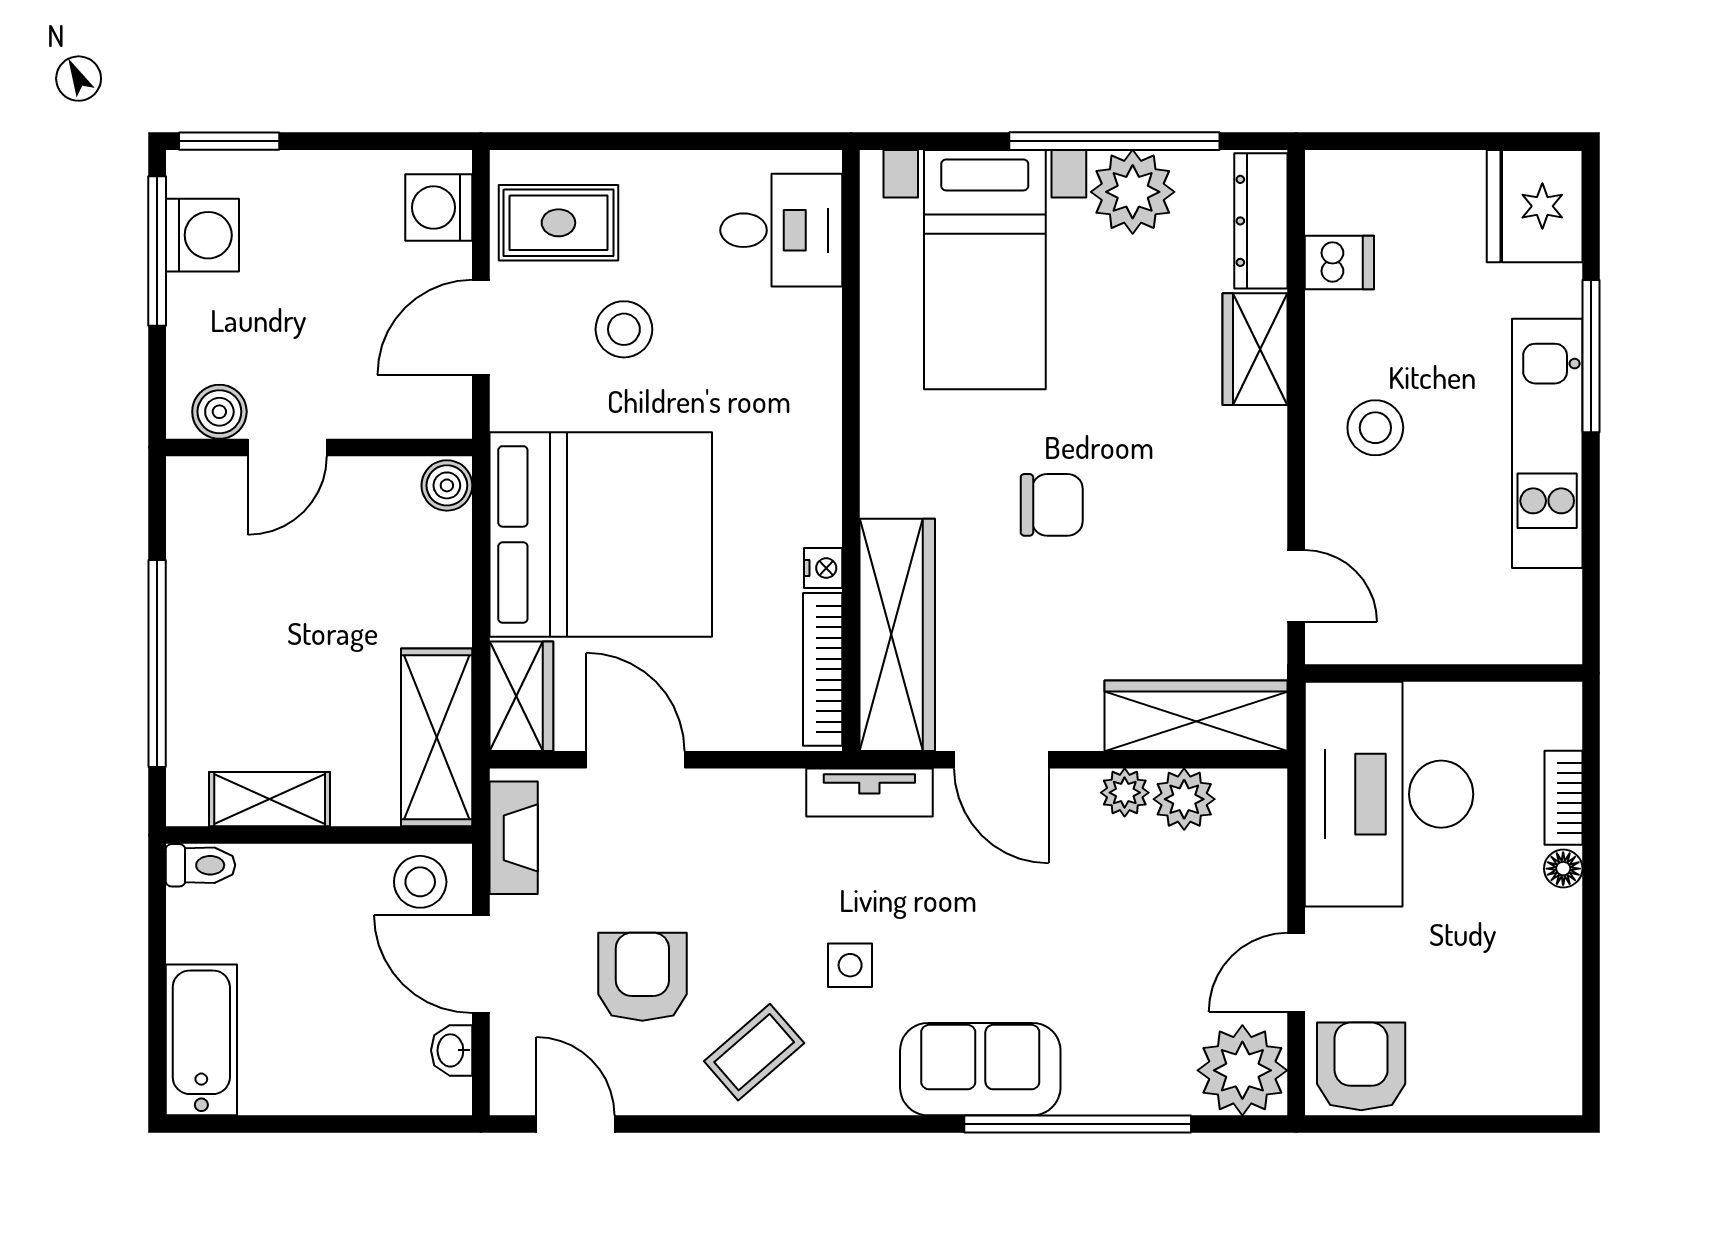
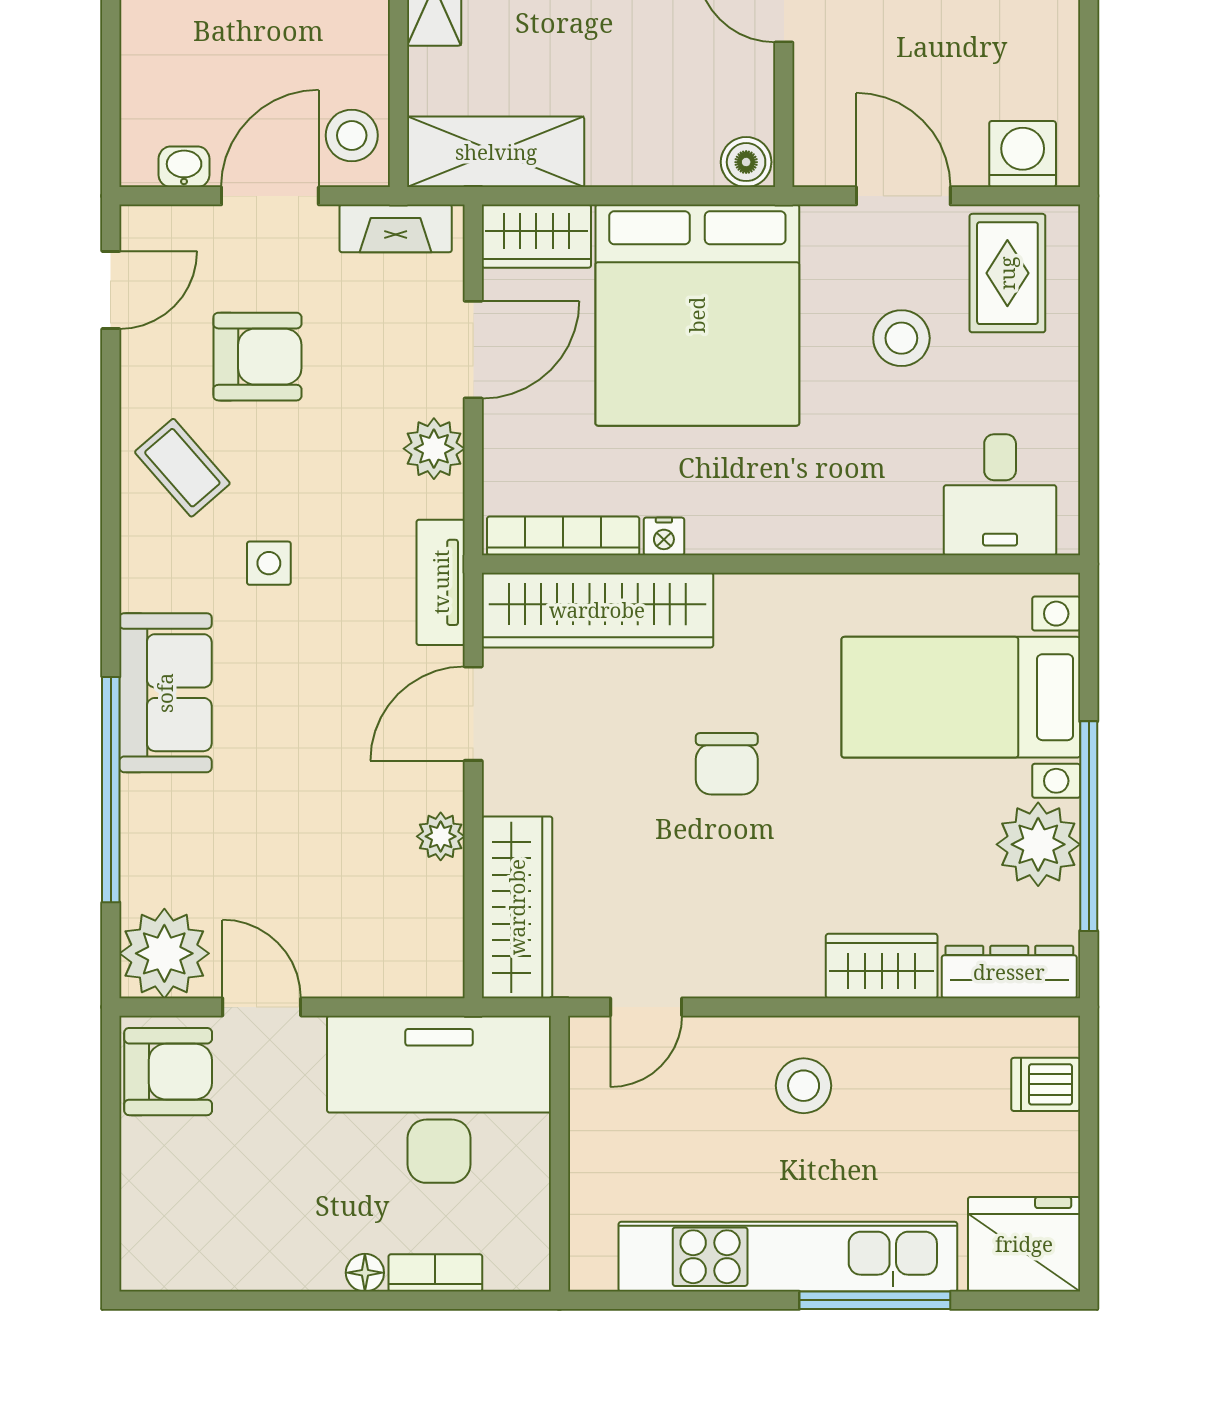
dishwasher: (1339, 262) -> (1046, 1084), moved, turned 90
kitchen unit: (1547, 443) -> (788, 1257), width x1.36
plant: (1184, 799) -> (434, 449), moved

